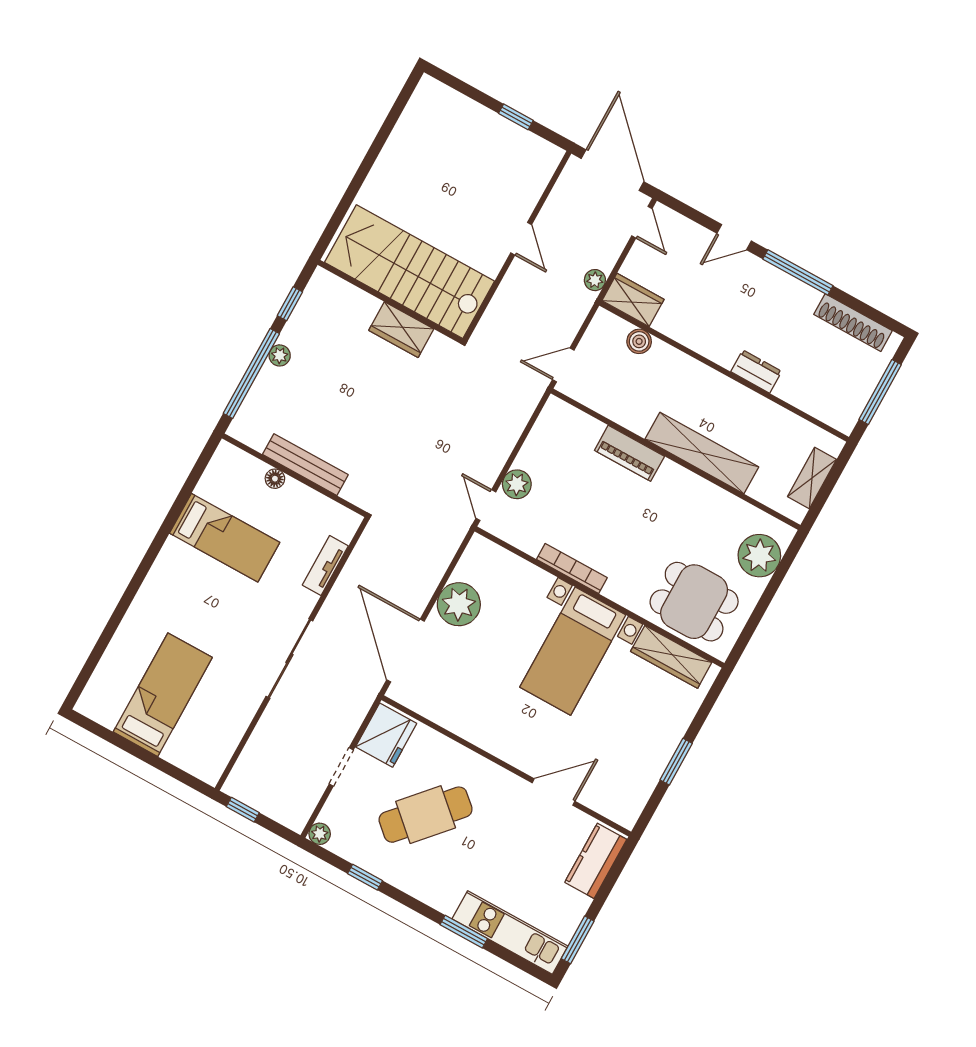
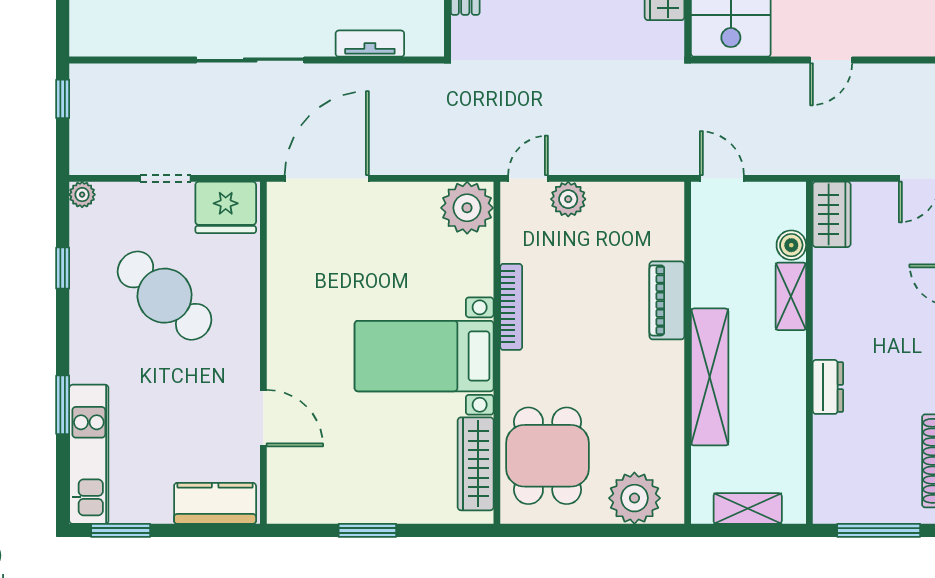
plant: (595, 280) -> (830, 162), removed
shelving: (676, 362) -> (791, 296), added
plant: (459, 604) -> (467, 208), moved

